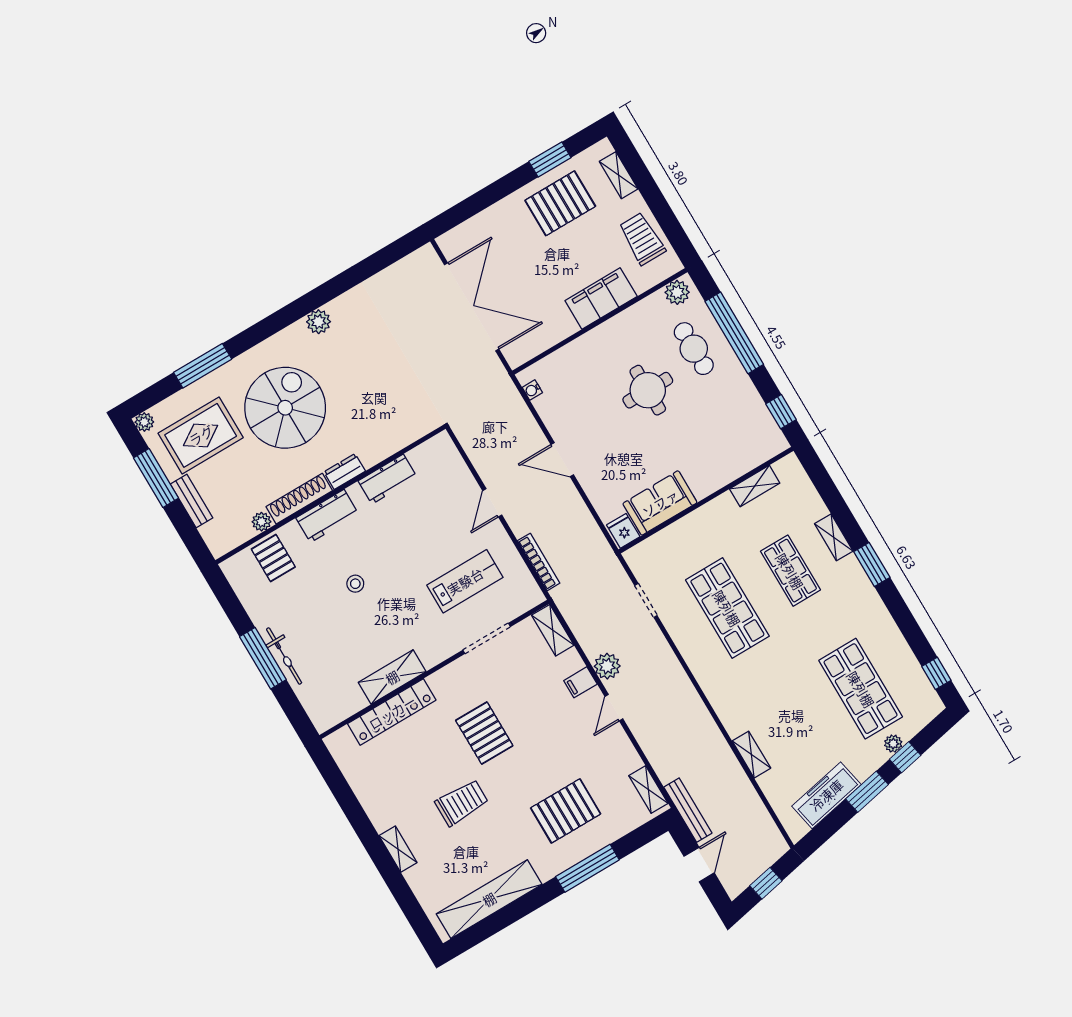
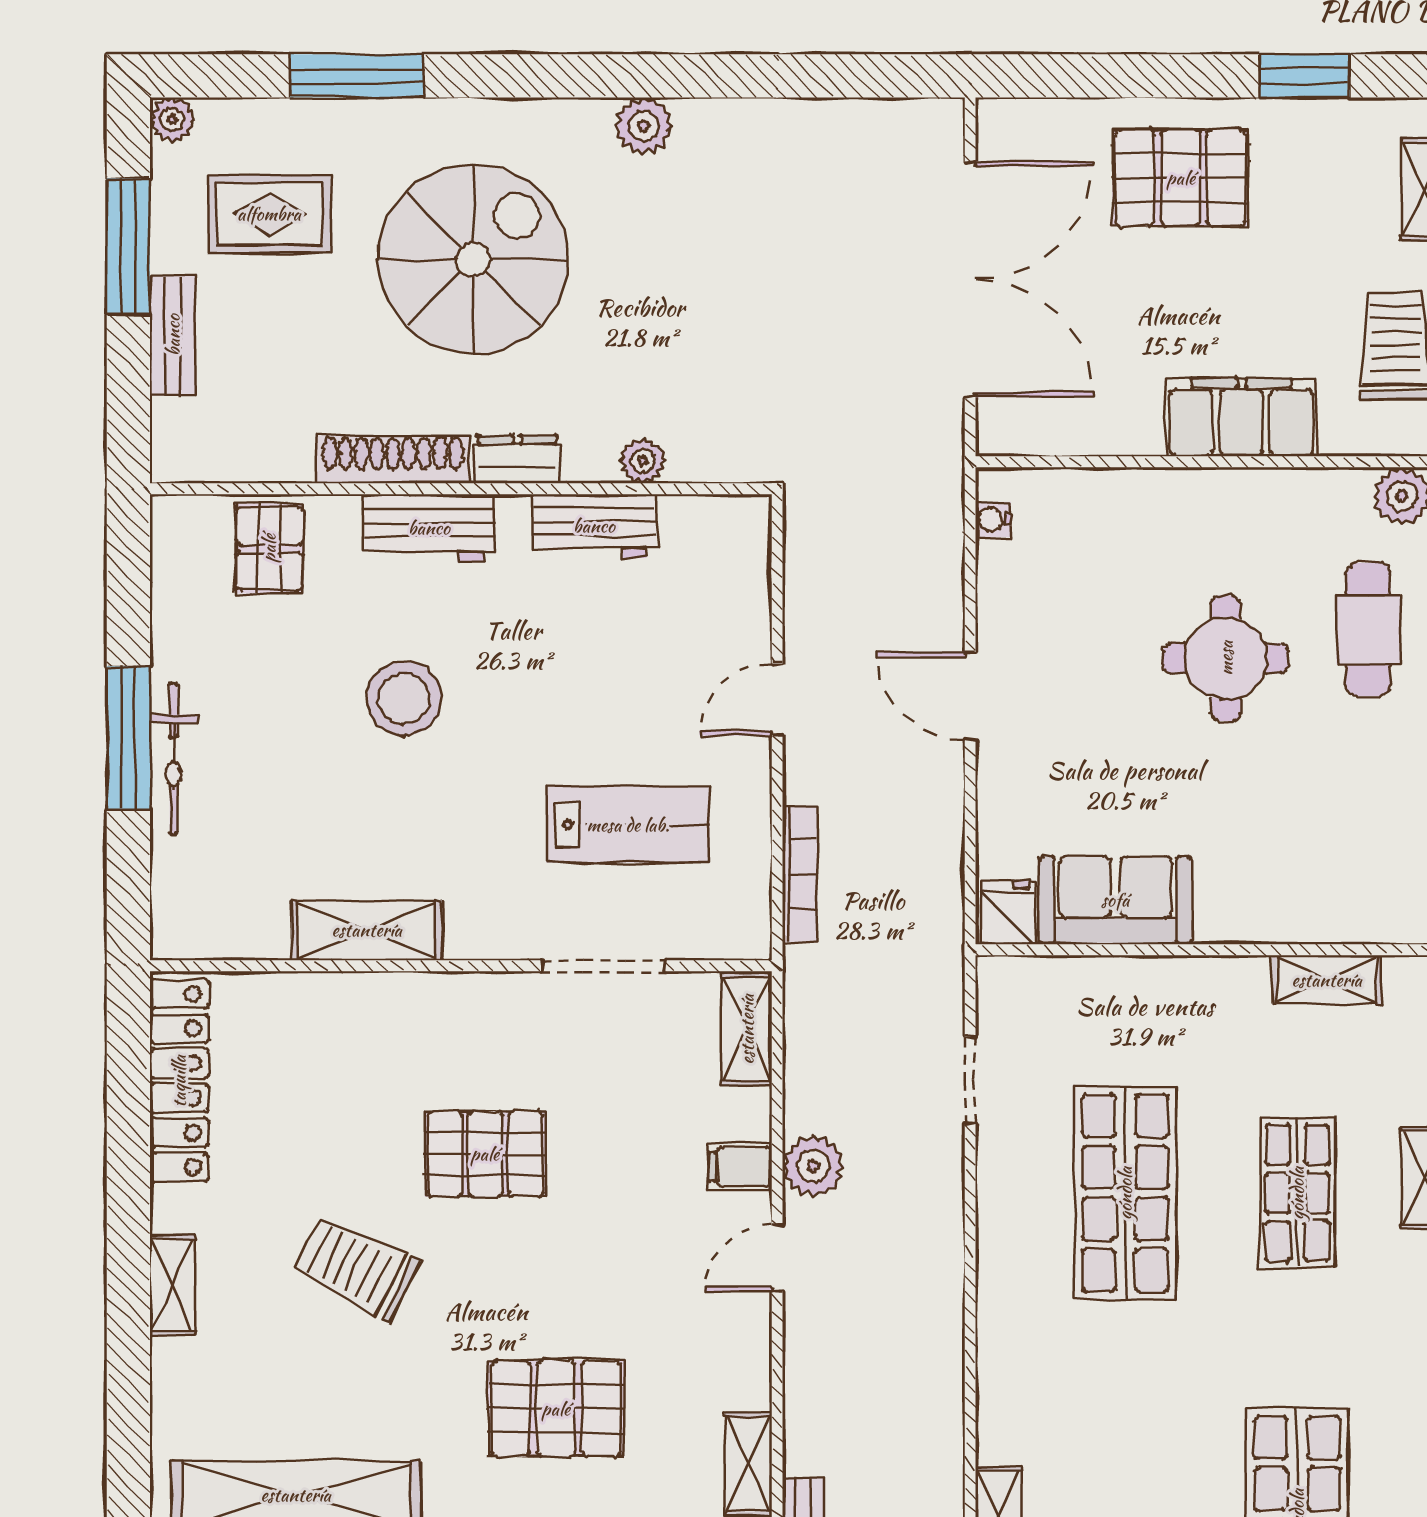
pallet: (560, 203) -> (1181, 178), moved
rug: (201, 435) -> (269, 214), width x0.73, depth x0.70
plant: (262, 522) -> (643, 461), moved
stool: (355, 584) -> (404, 698), width x1.89, depth x1.89
locker: (392, 712) -> (179, 1081), moved, turned -90
pallet: (484, 733) -> (485, 1154), turned 90
trolley: (462, 803) -> (356, 1267), turned -153

